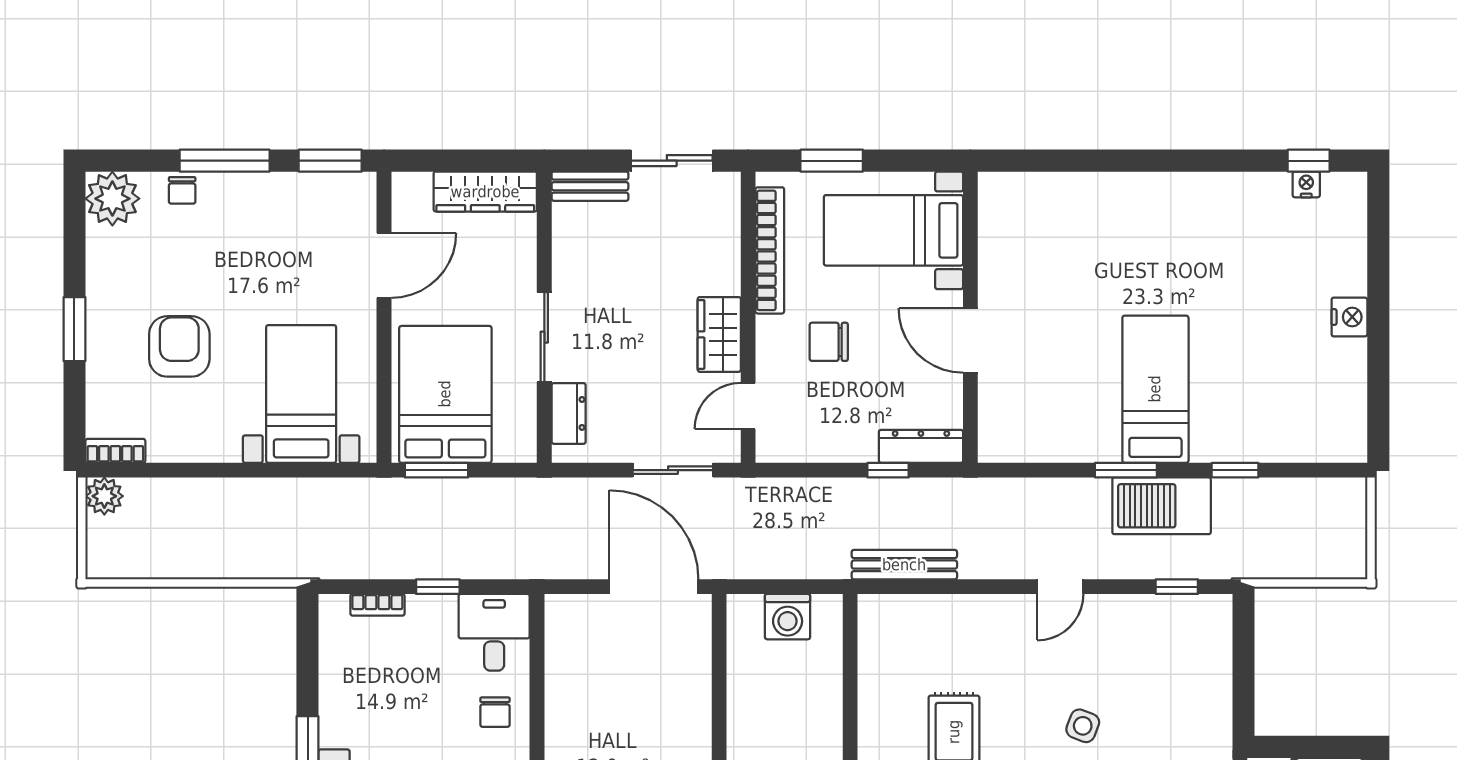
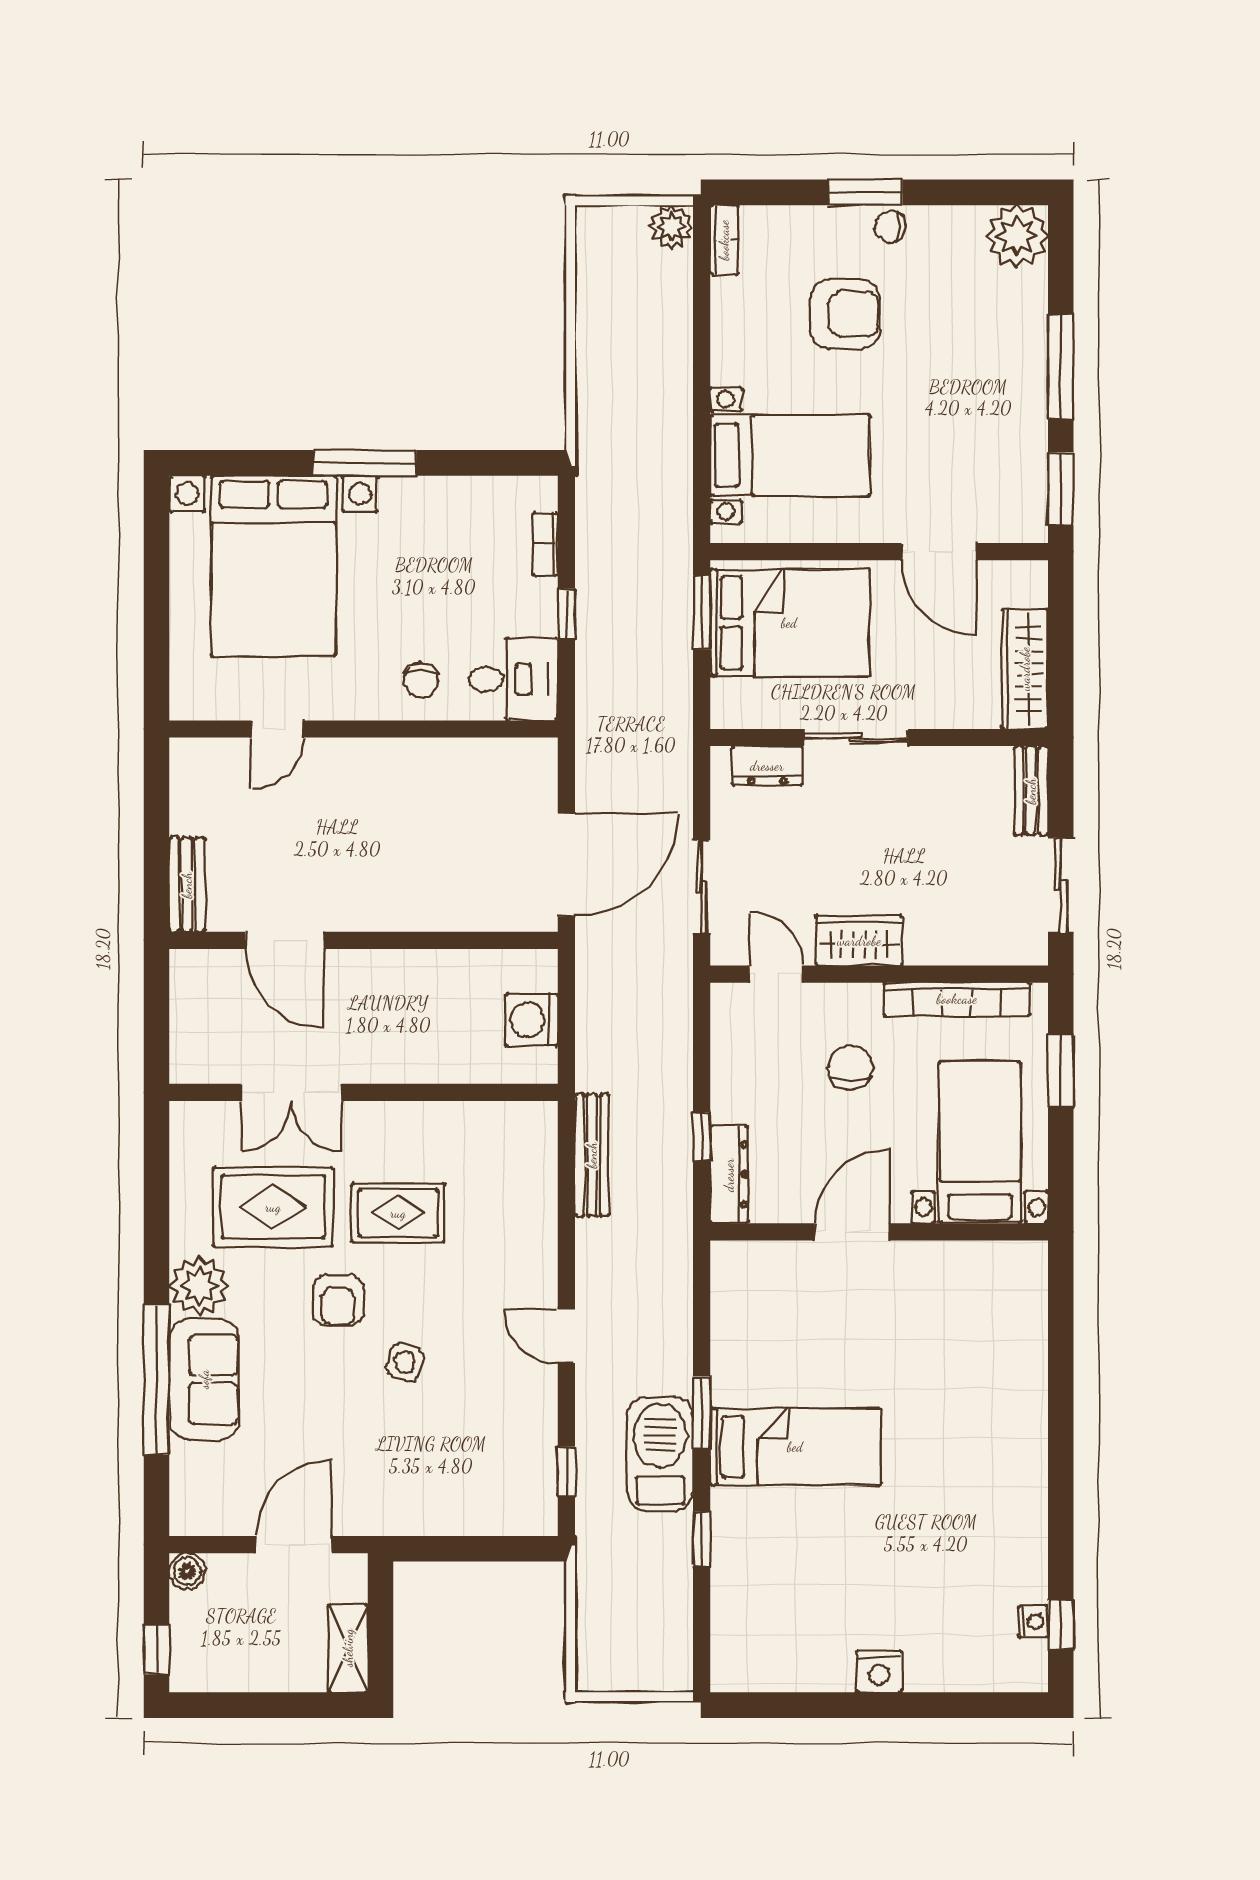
chair: (182, 190) -> (890, 227), moved
chair: (495, 712) -> (421, 680), turned -90

